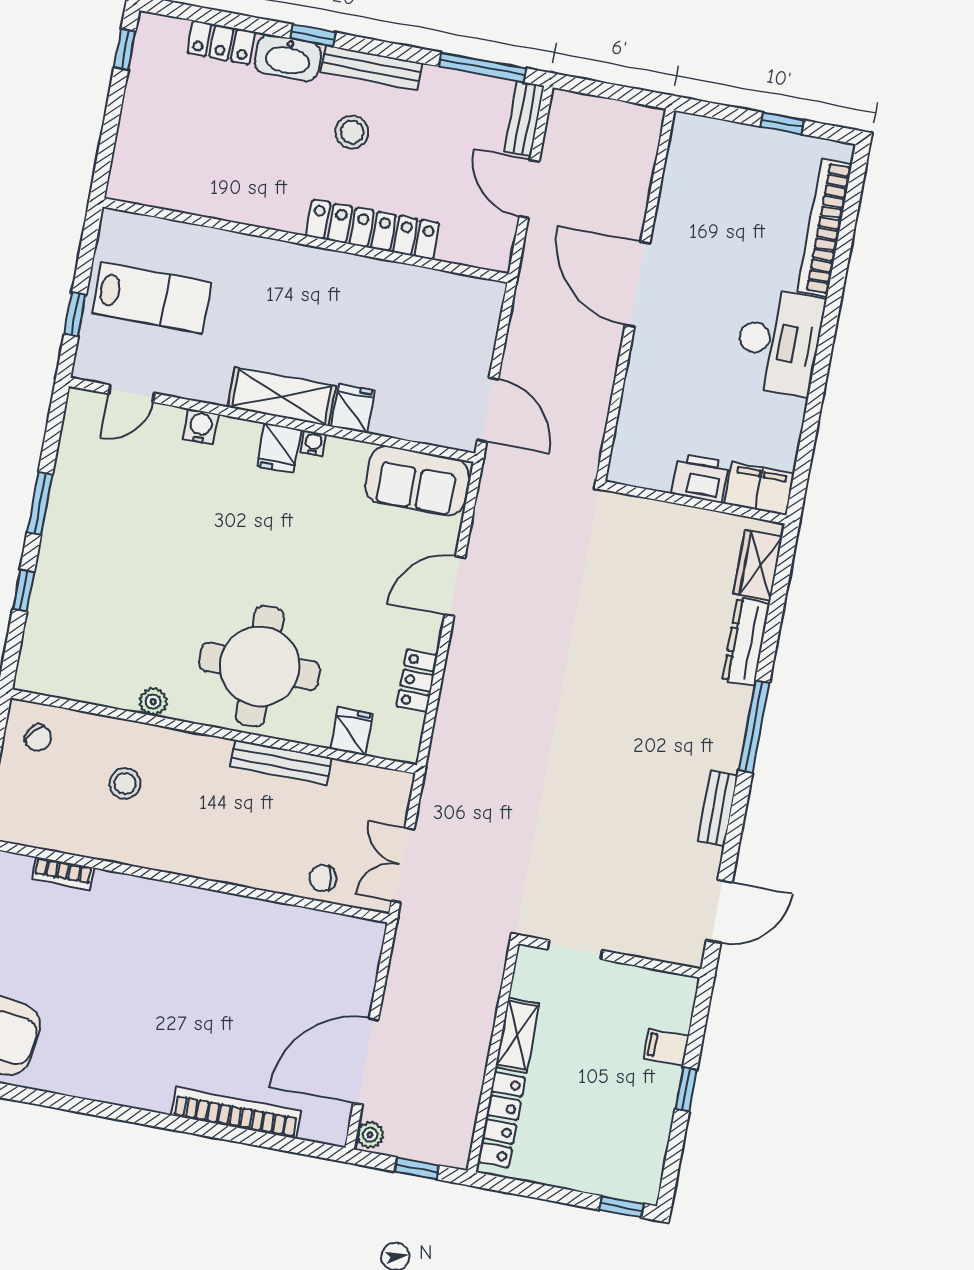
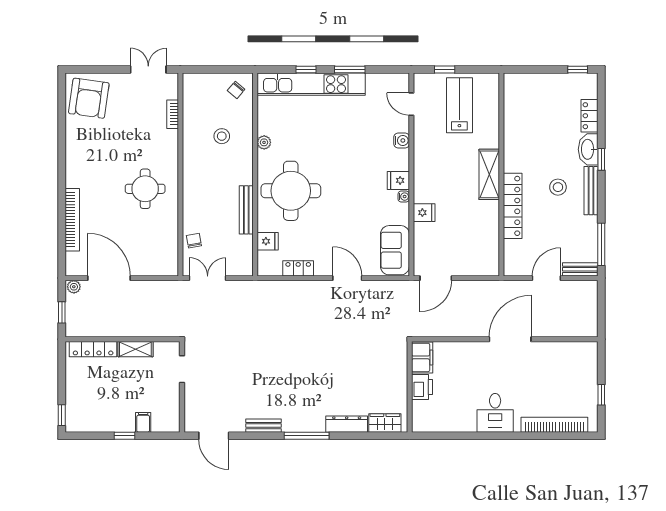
lab bench: (152, 298) -> (459, 105), turned 180
desk: (779, 342) -> (495, 413), width x0.73
shelving: (281, 397) -> (489, 174), moved
filing cabinet: (759, 489) -> (422, 357), moved
kitchen unit: (54, 586) -> (311, 84), added
round table: (201, 956) -> (145, 189), added

